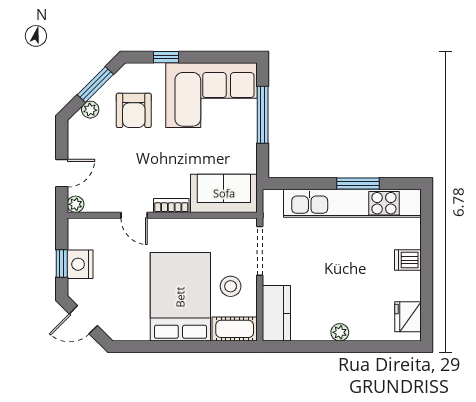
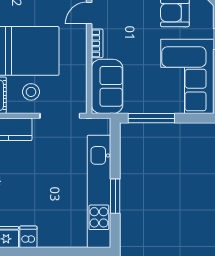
window: (263, 115) -> (151, 118), moved
dishwasher: (408, 260) -> (28, 237), moved

